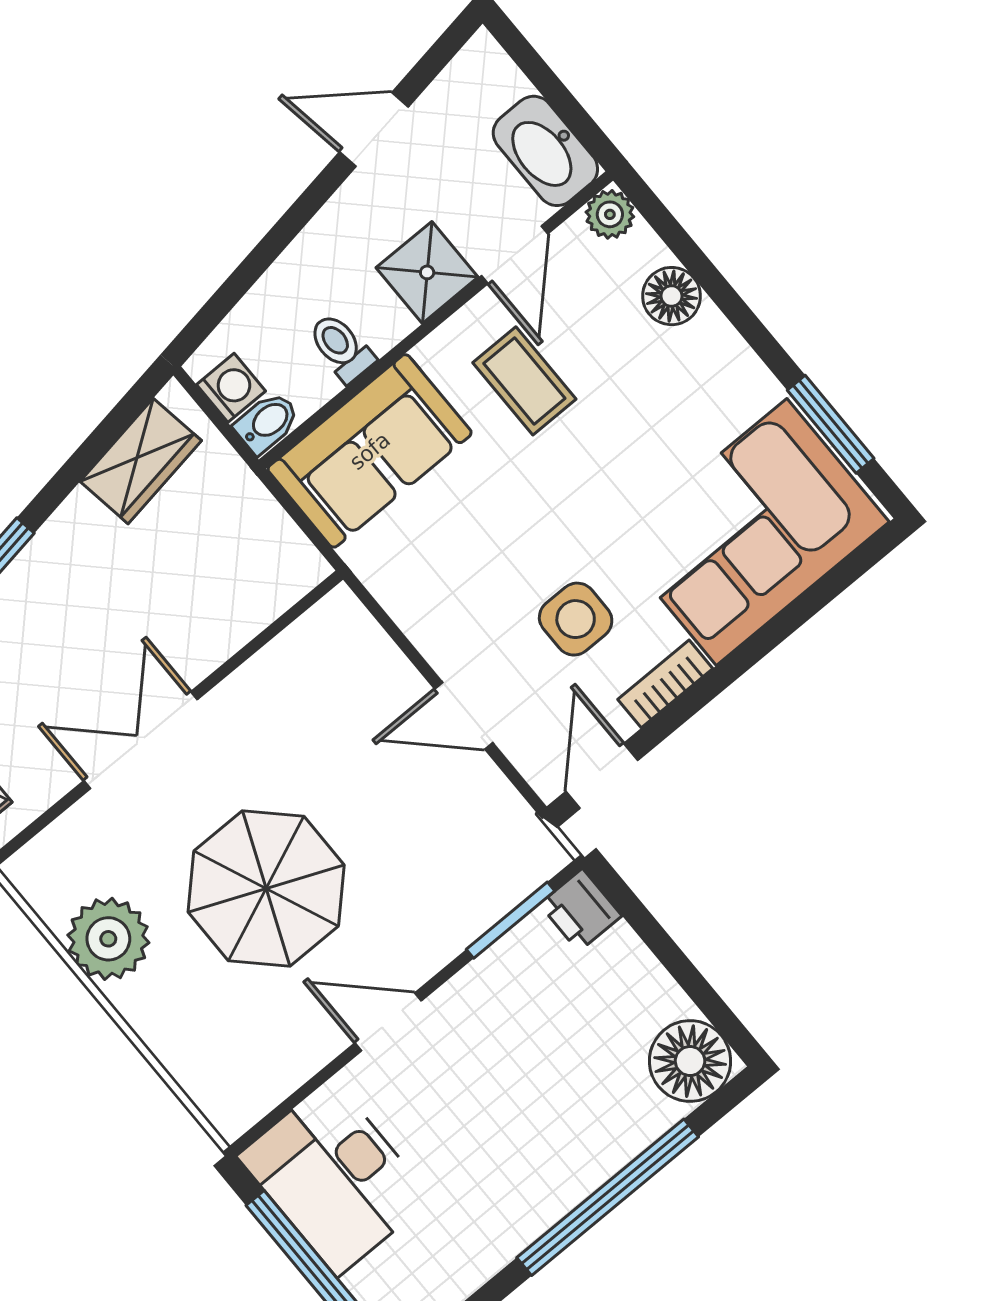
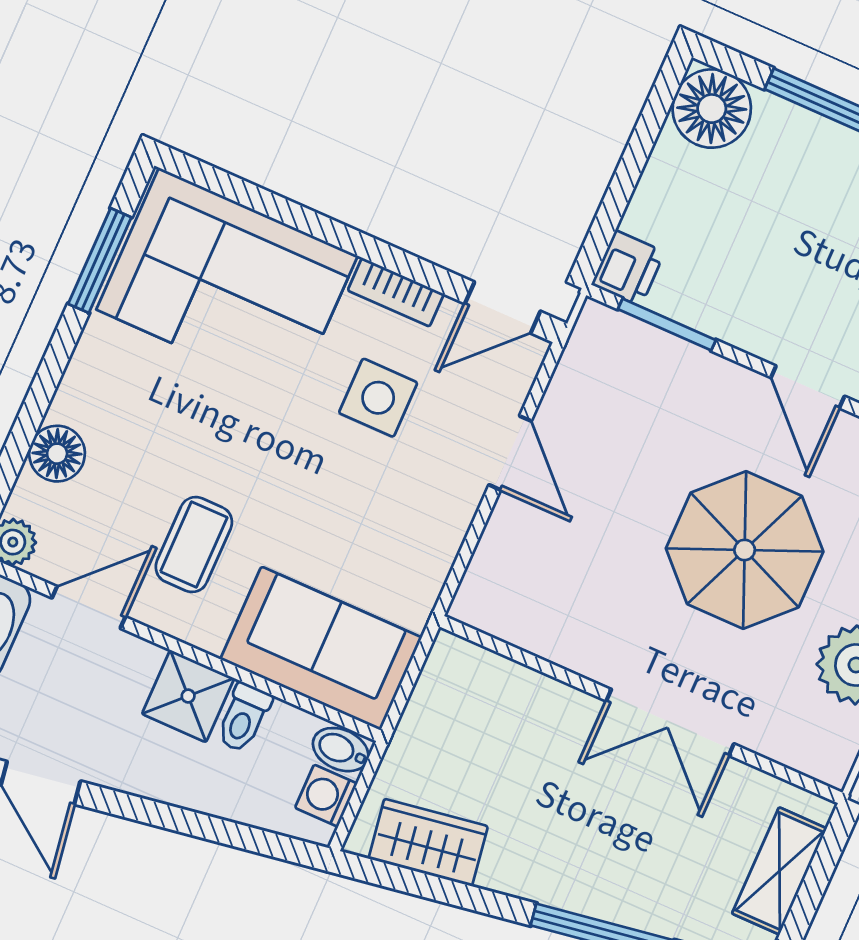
shower: (427, 272) -> (188, 696), moved

